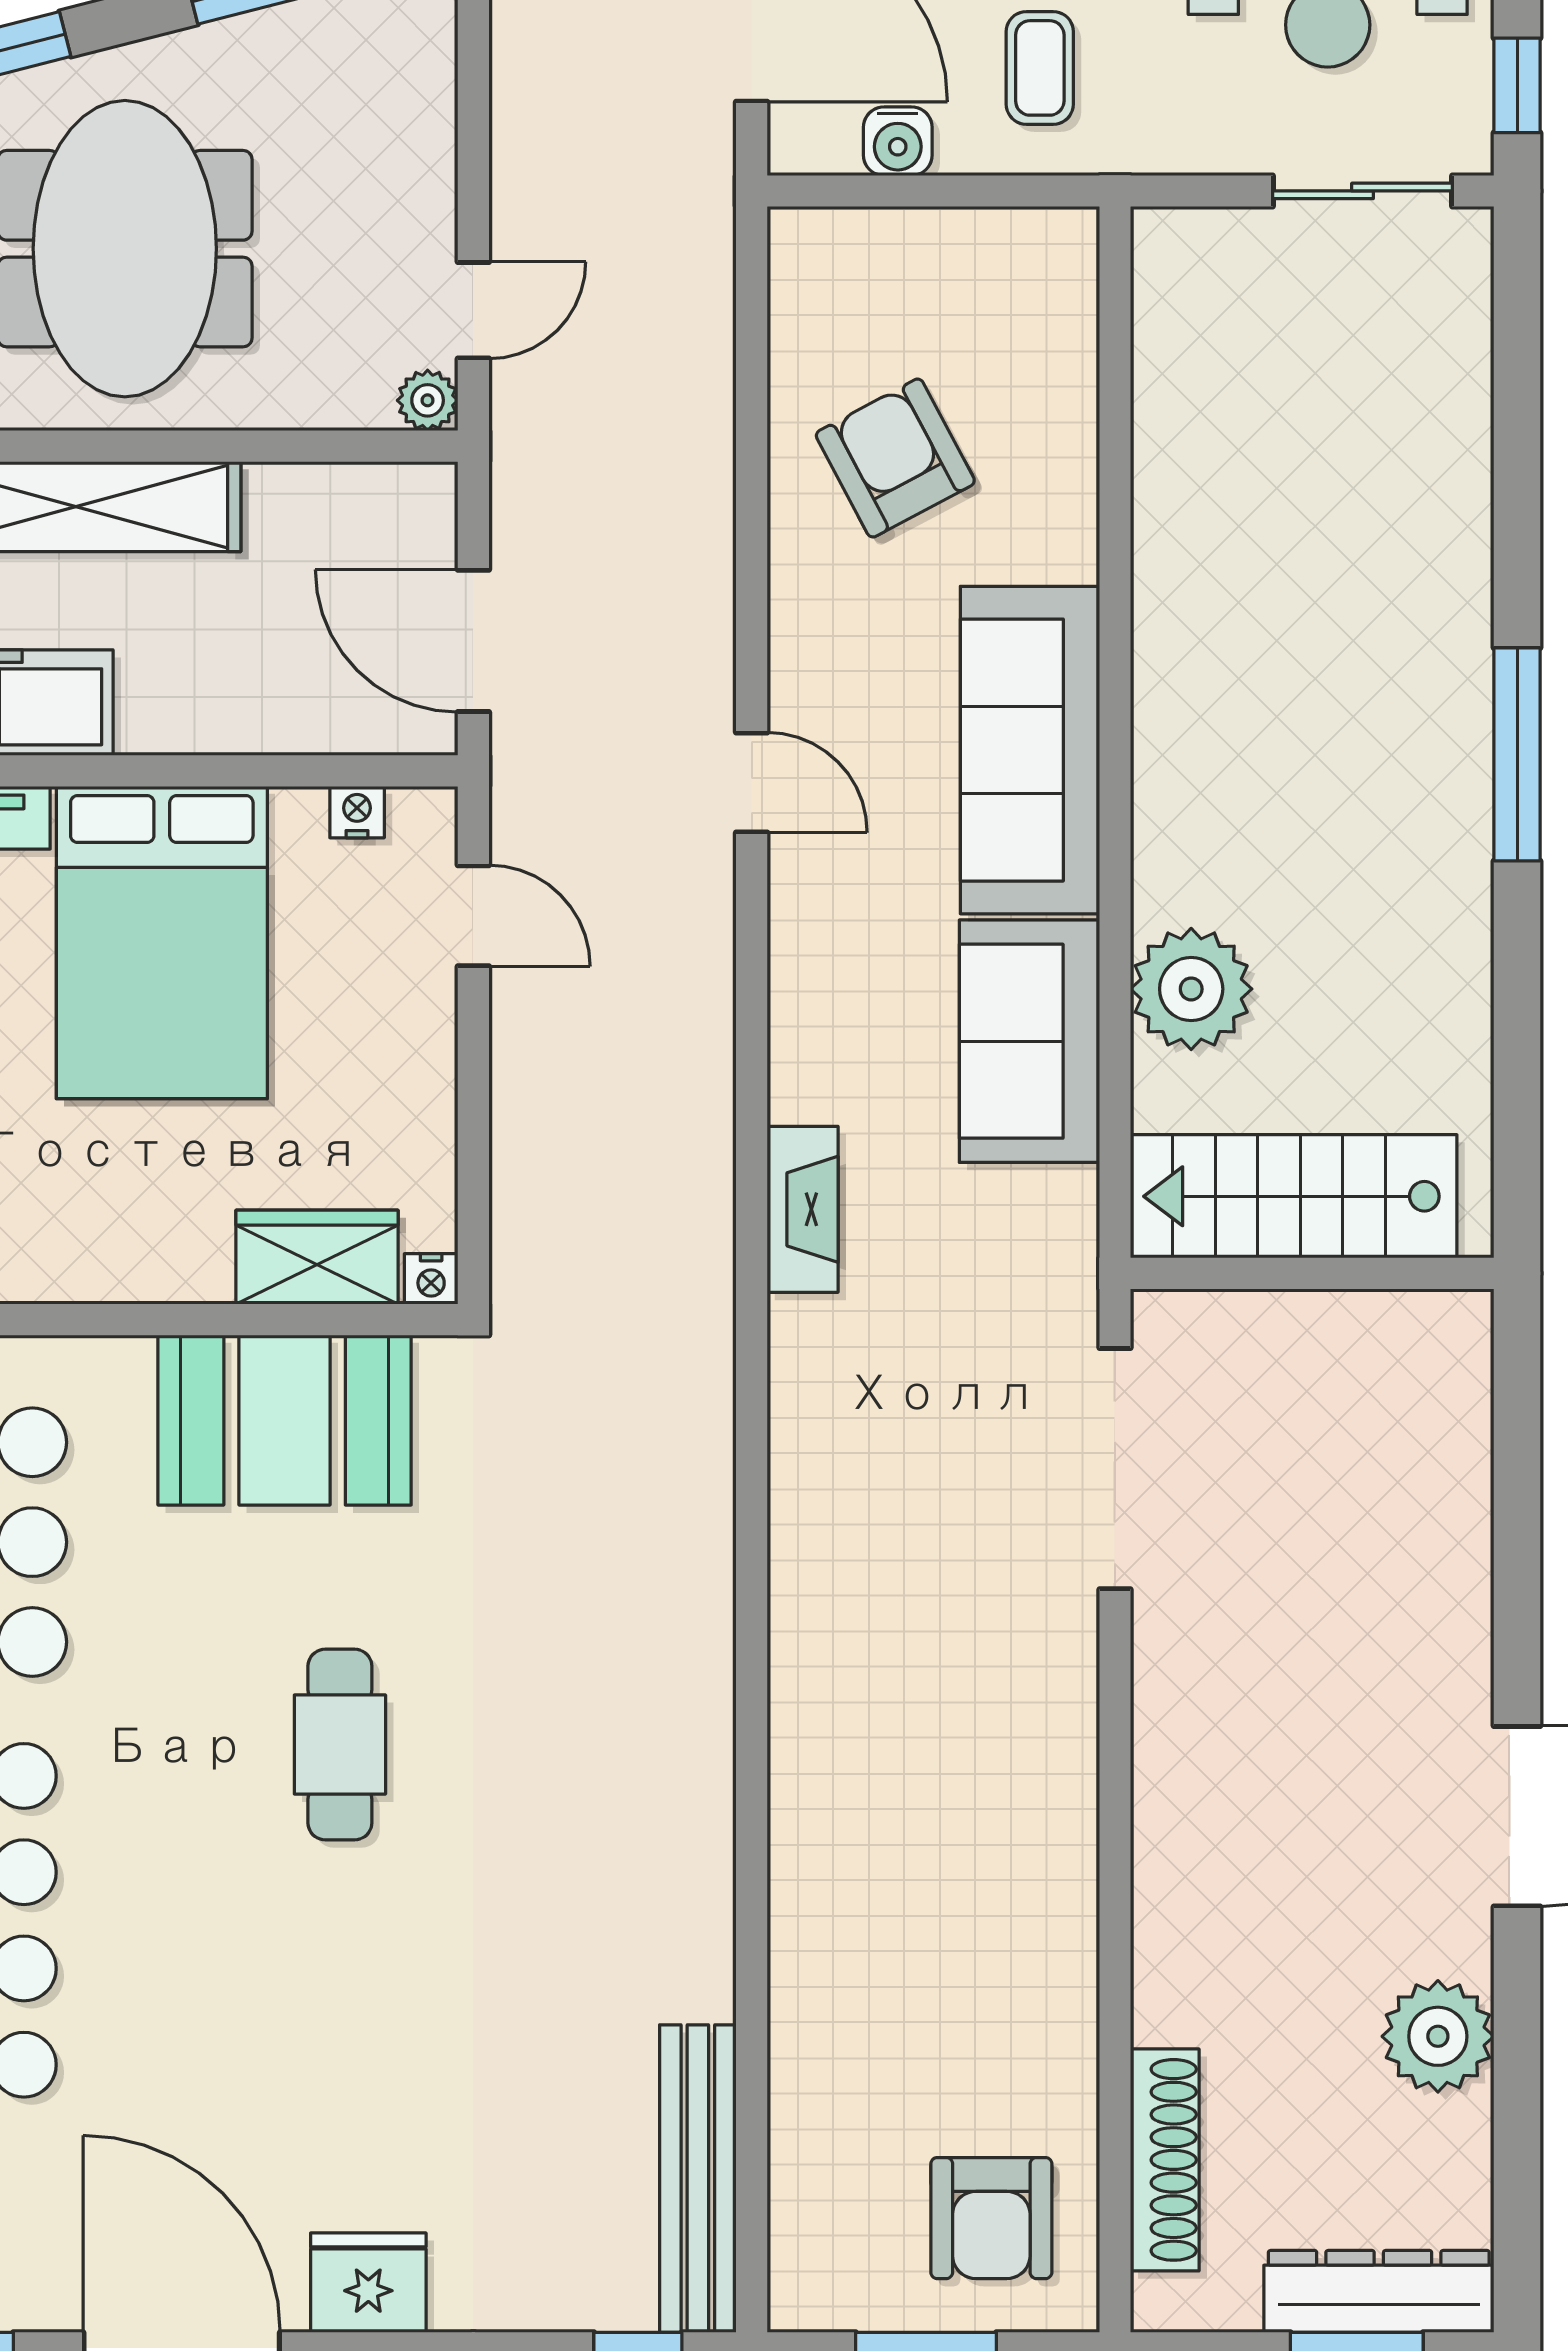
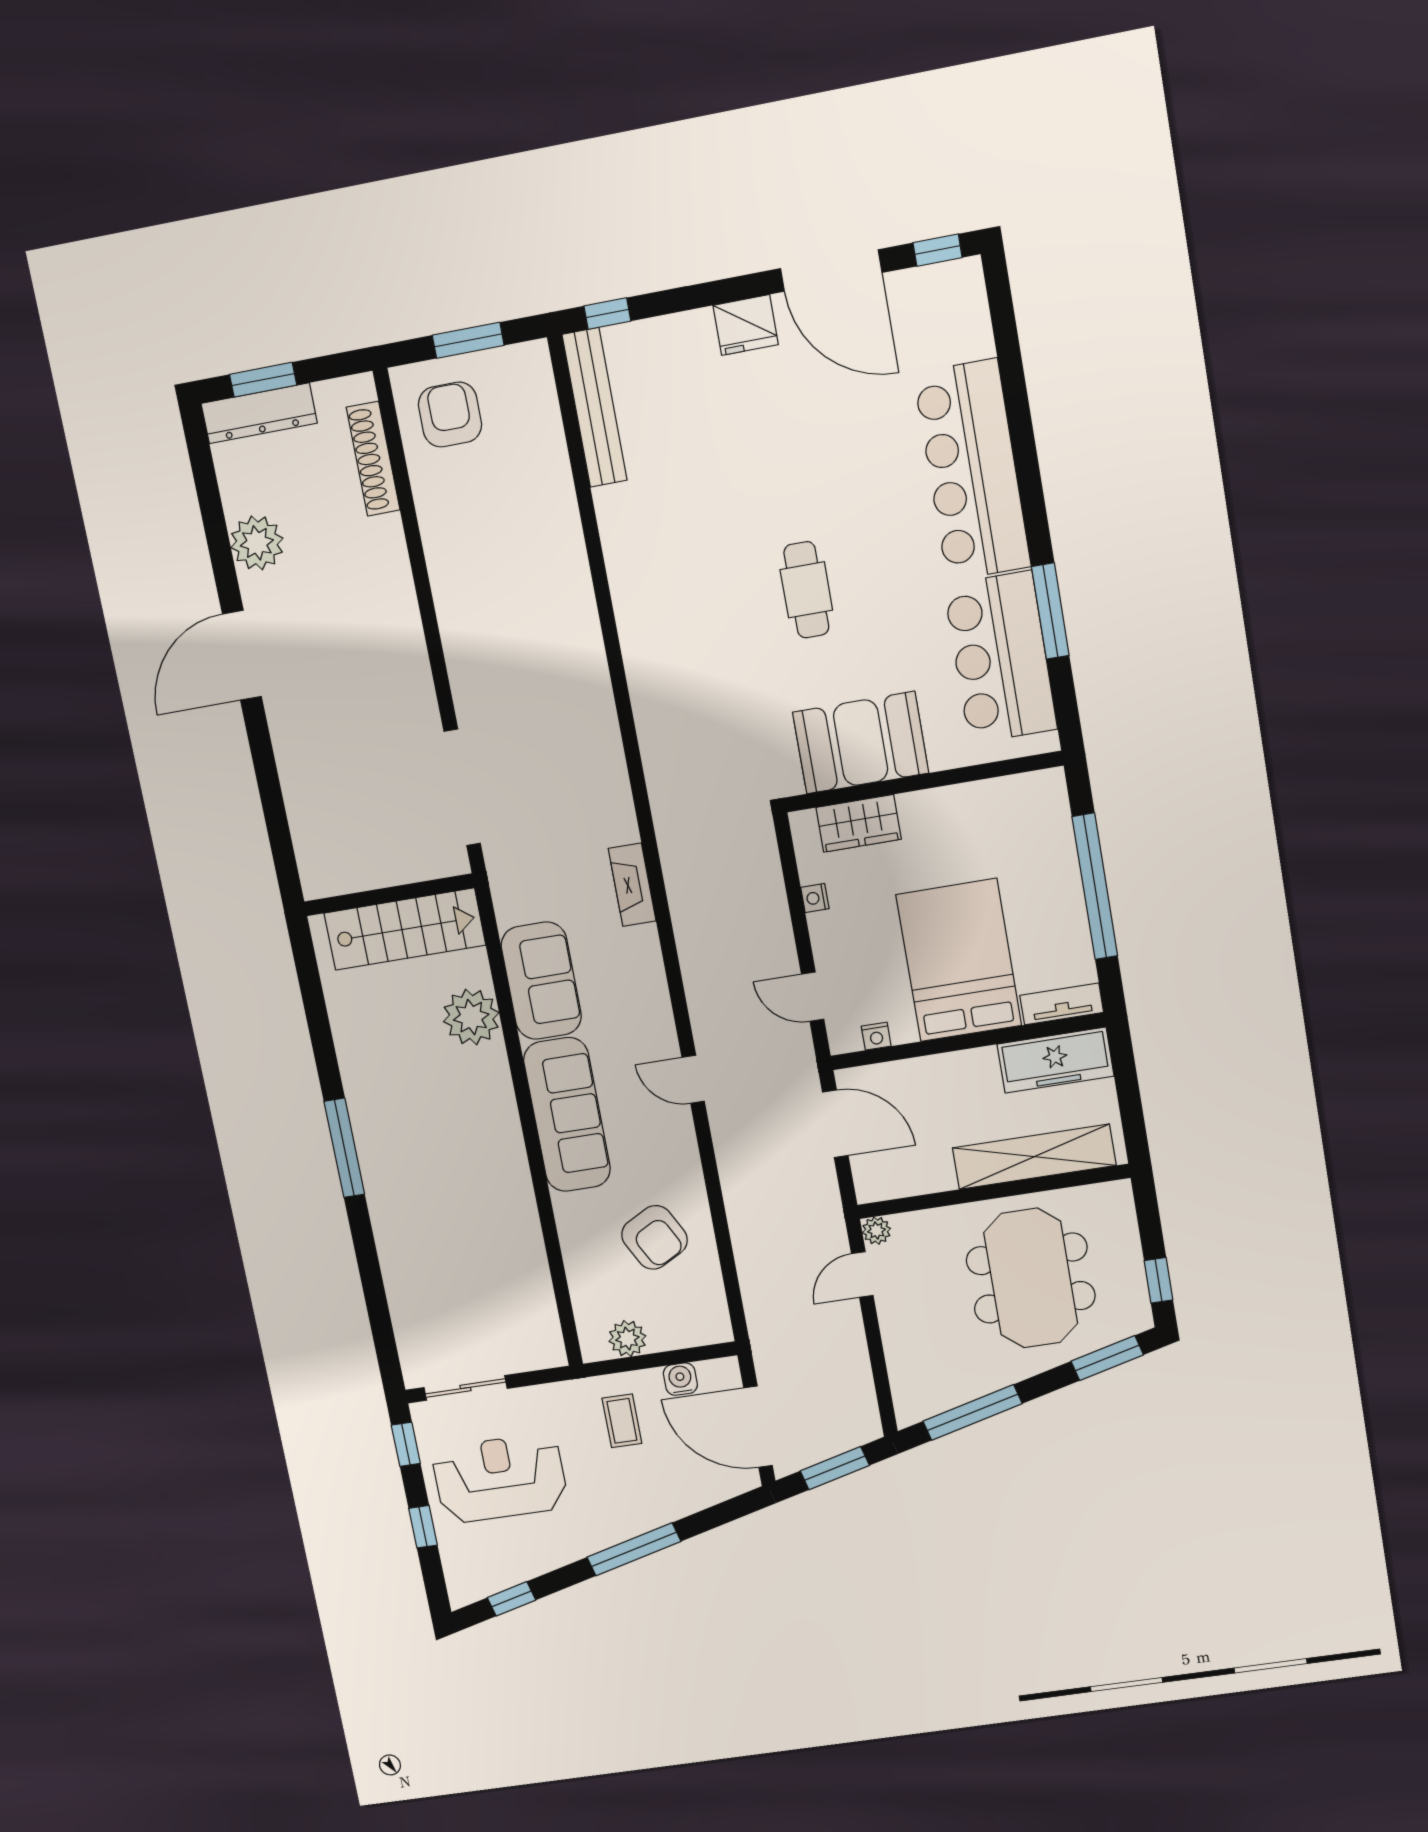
plant: (994, 247) -> (627, 1339), added
nightstand: (431, 1279) -> (815, 898), moved, turned -90

